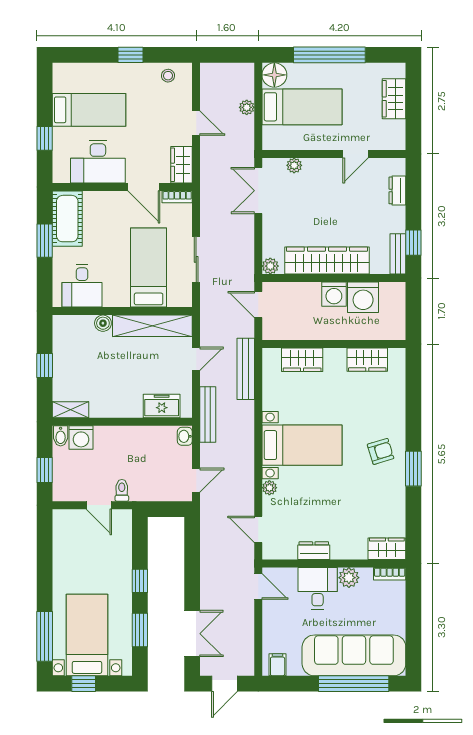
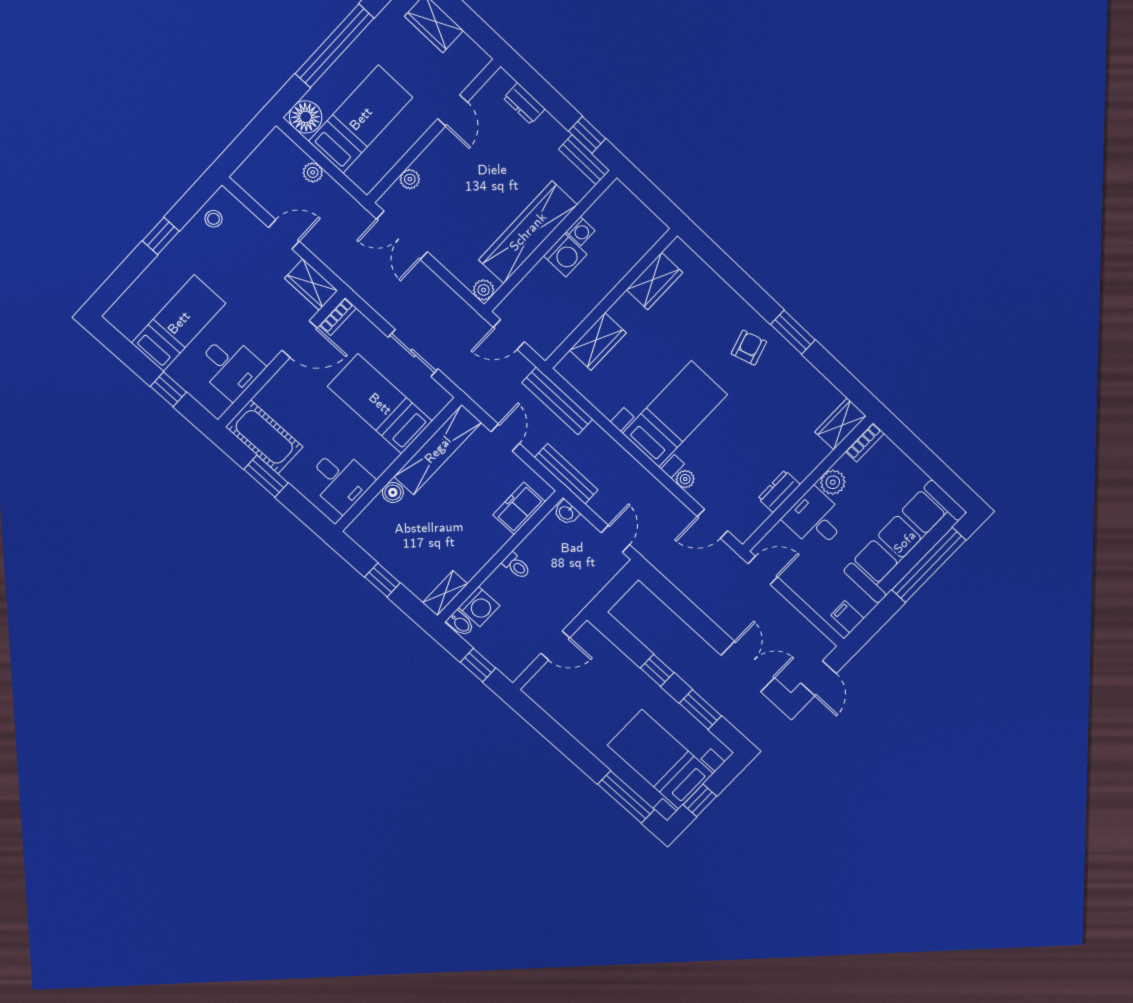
desk: (98, 162) -> (230, 367), width x0.73
washing machine: (363, 297) -> (581, 231), width x0.53, depth x0.53
toilet: (122, 490) -> (516, 566), moved, turned 180

